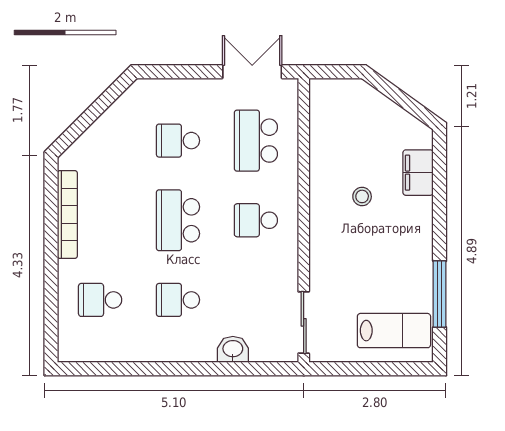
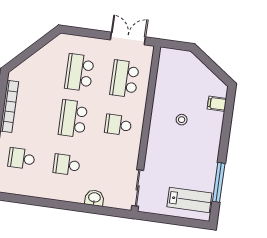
school desk: (178, 141) -> (79, 72), width x1.85
filing cabinet: (418, 173) -> (217, 104), width x0.50

